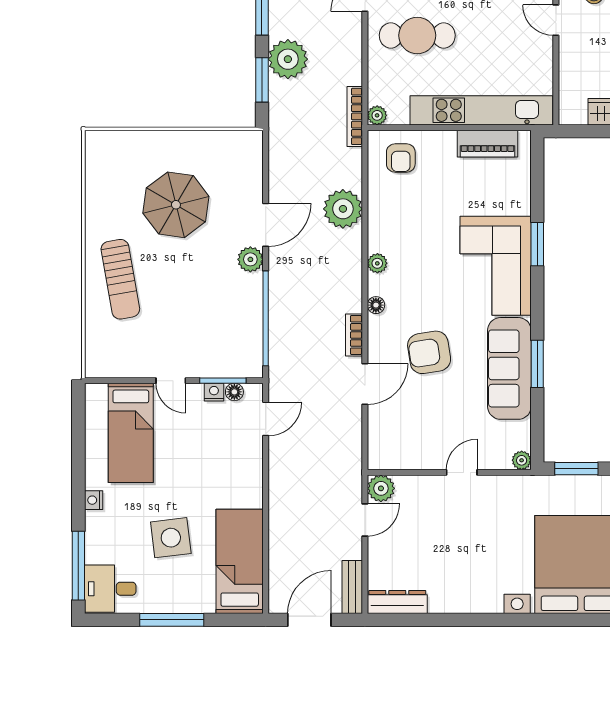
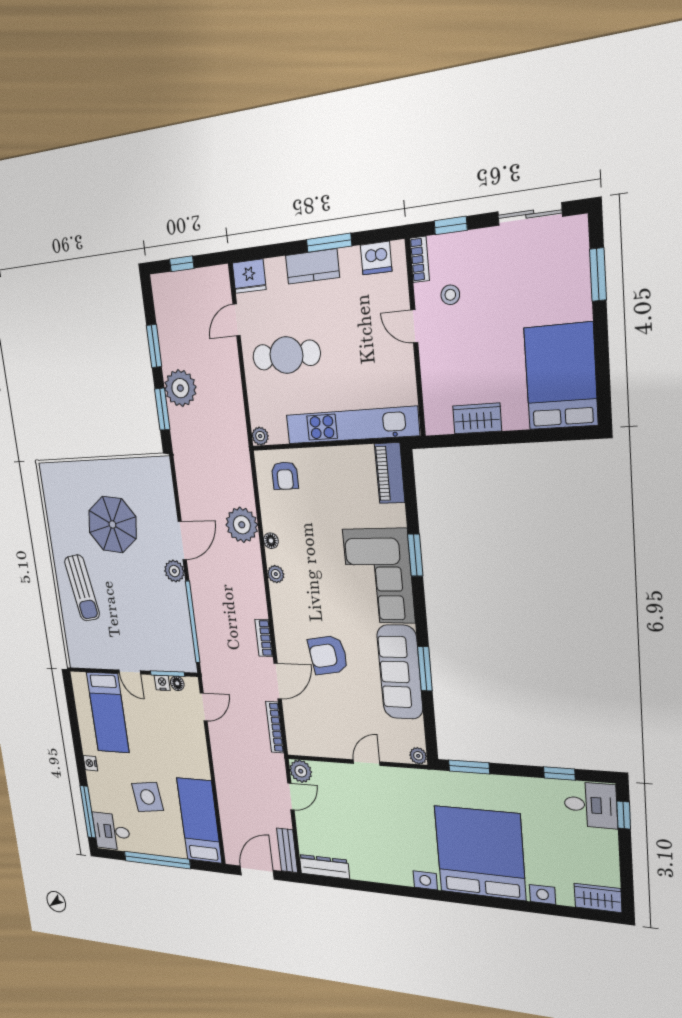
bookcase: (355, 116) -> (275, 727), moved
piano: (488, 144) -> (390, 473), moved, turned 90
floor lamp: (376, 305) -> (271, 541), moved
window: (172, 620) -> (157, 860), width x1.46

